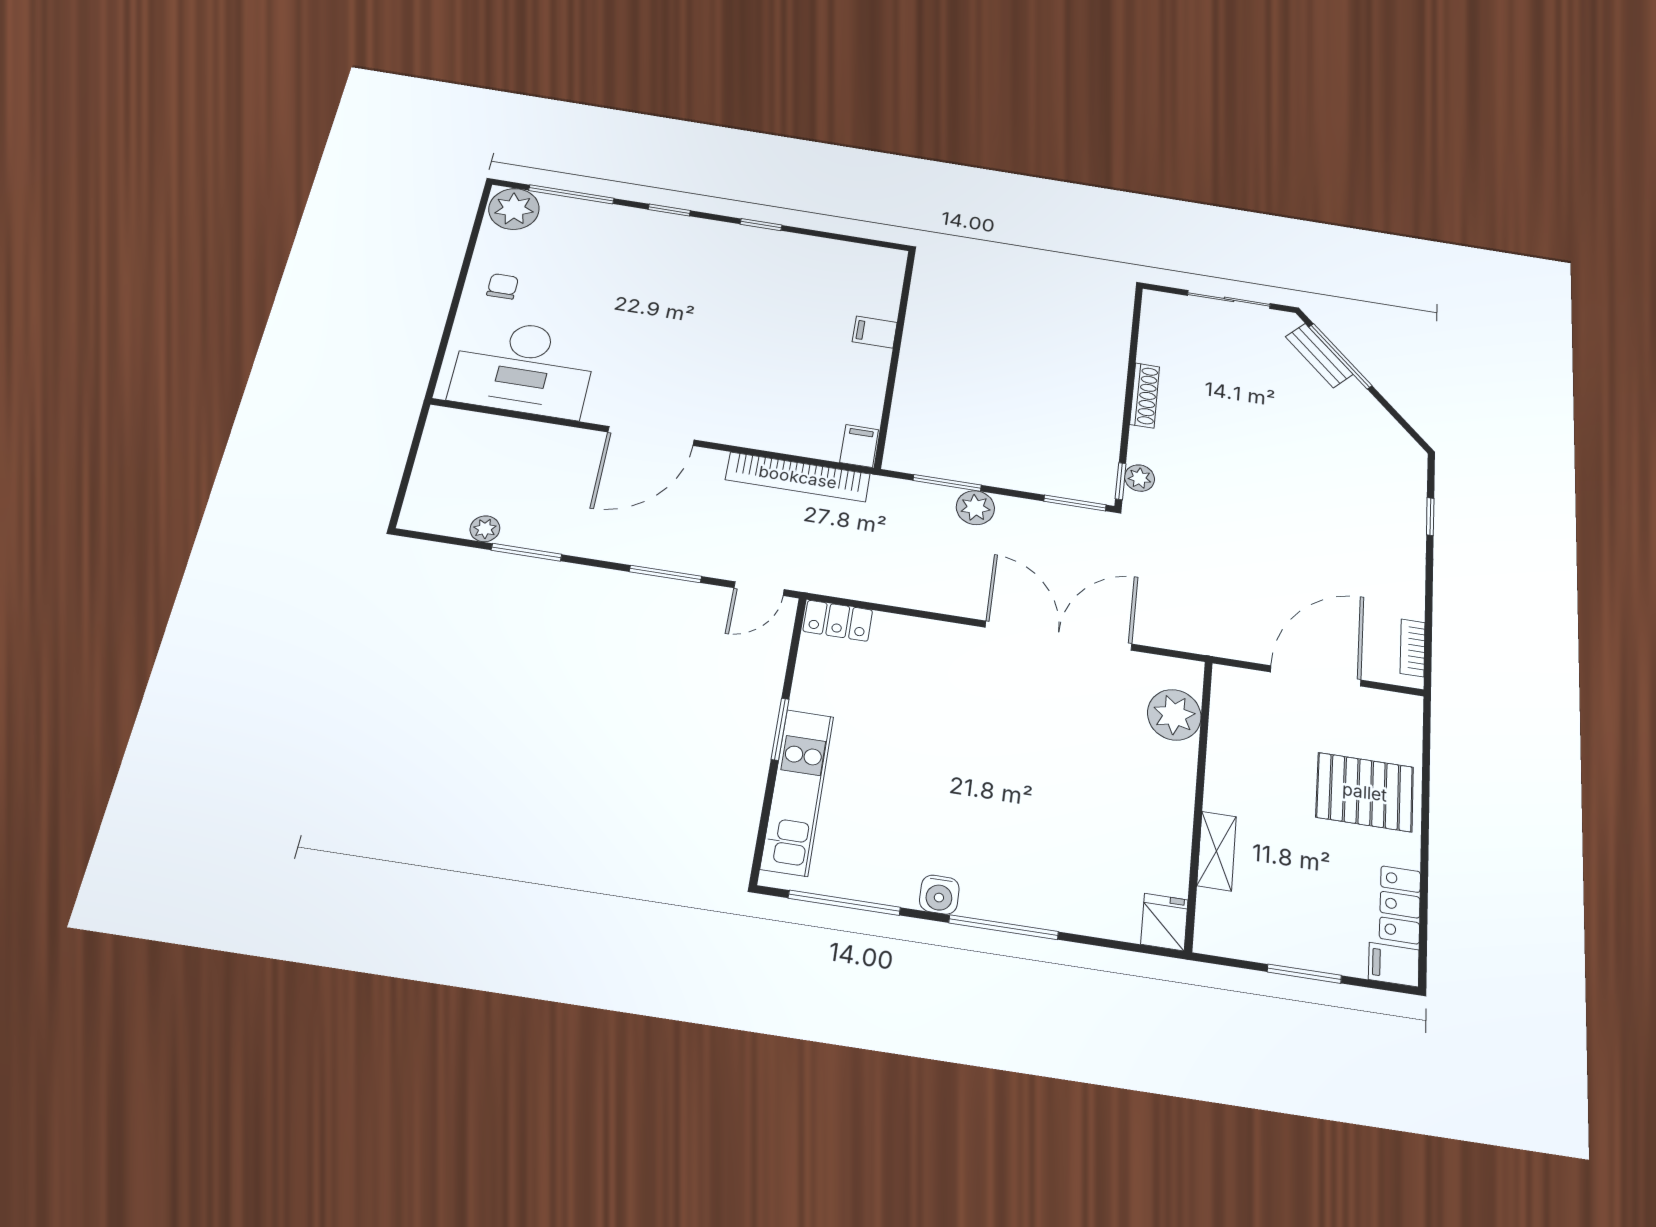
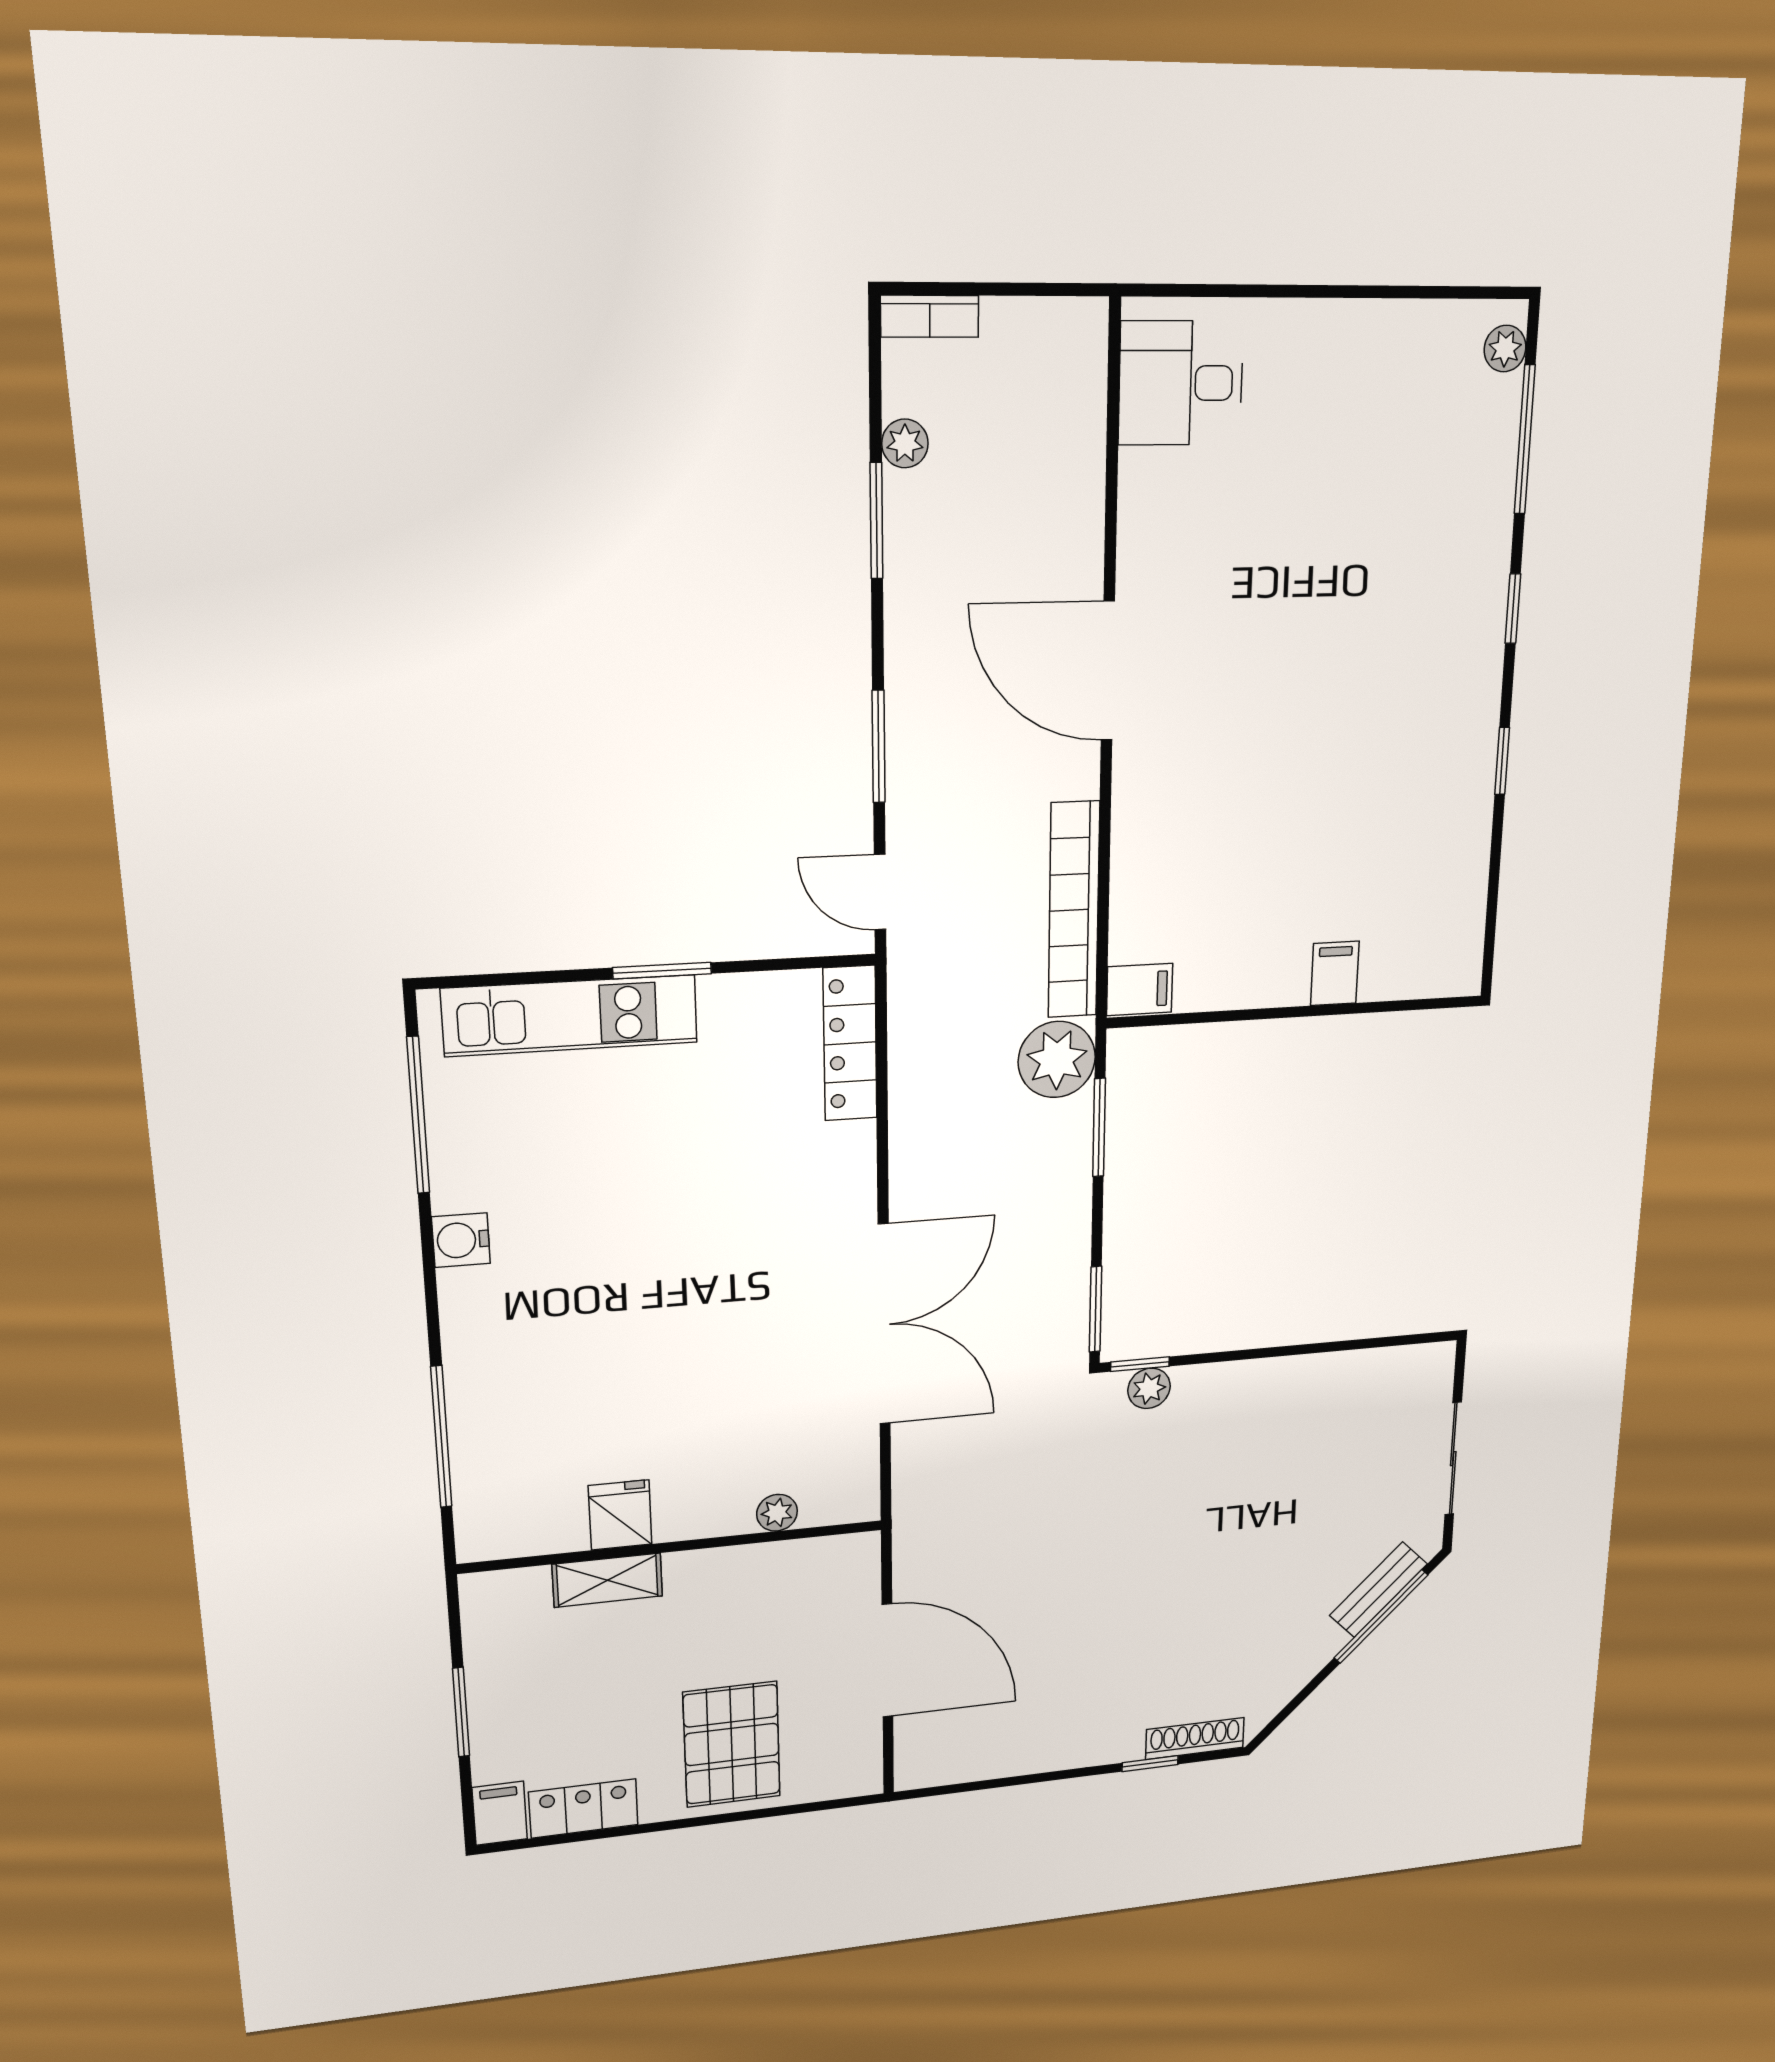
plant: (514, 209) -> (1505, 349), width x0.53, depth x0.53
chair: (503, 286) -> (1341, 365), removed
desk: (524, 368) -> (1181, 383), width x0.53, depth x0.77
shoe rack: (1145, 395) -> (1195, 1738), moved, turned 180
plant: (975, 508) -> (1057, 1059), moved, width x1.36, depth x1.36
locker: (838, 621) -> (850, 1043), width x1.53
bookcase: (1413, 648) -> (930, 316), moved, turned 180
plant: (1174, 715) -> (777, 1513), width x0.53, depth x0.53
fridge: (1164, 922) -> (620, 1515), moved, turned -90
window: (1004, 927) -> (441, 1437), moved

